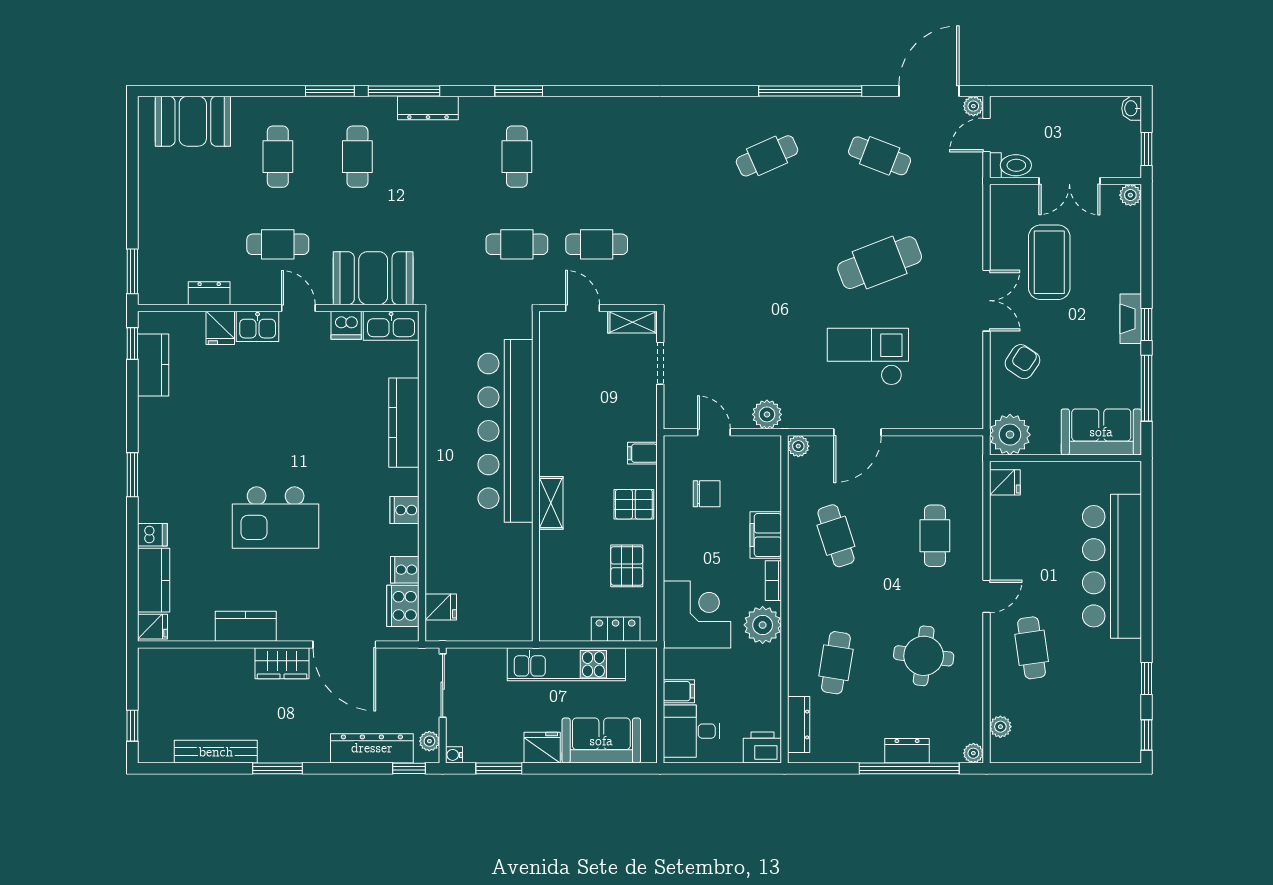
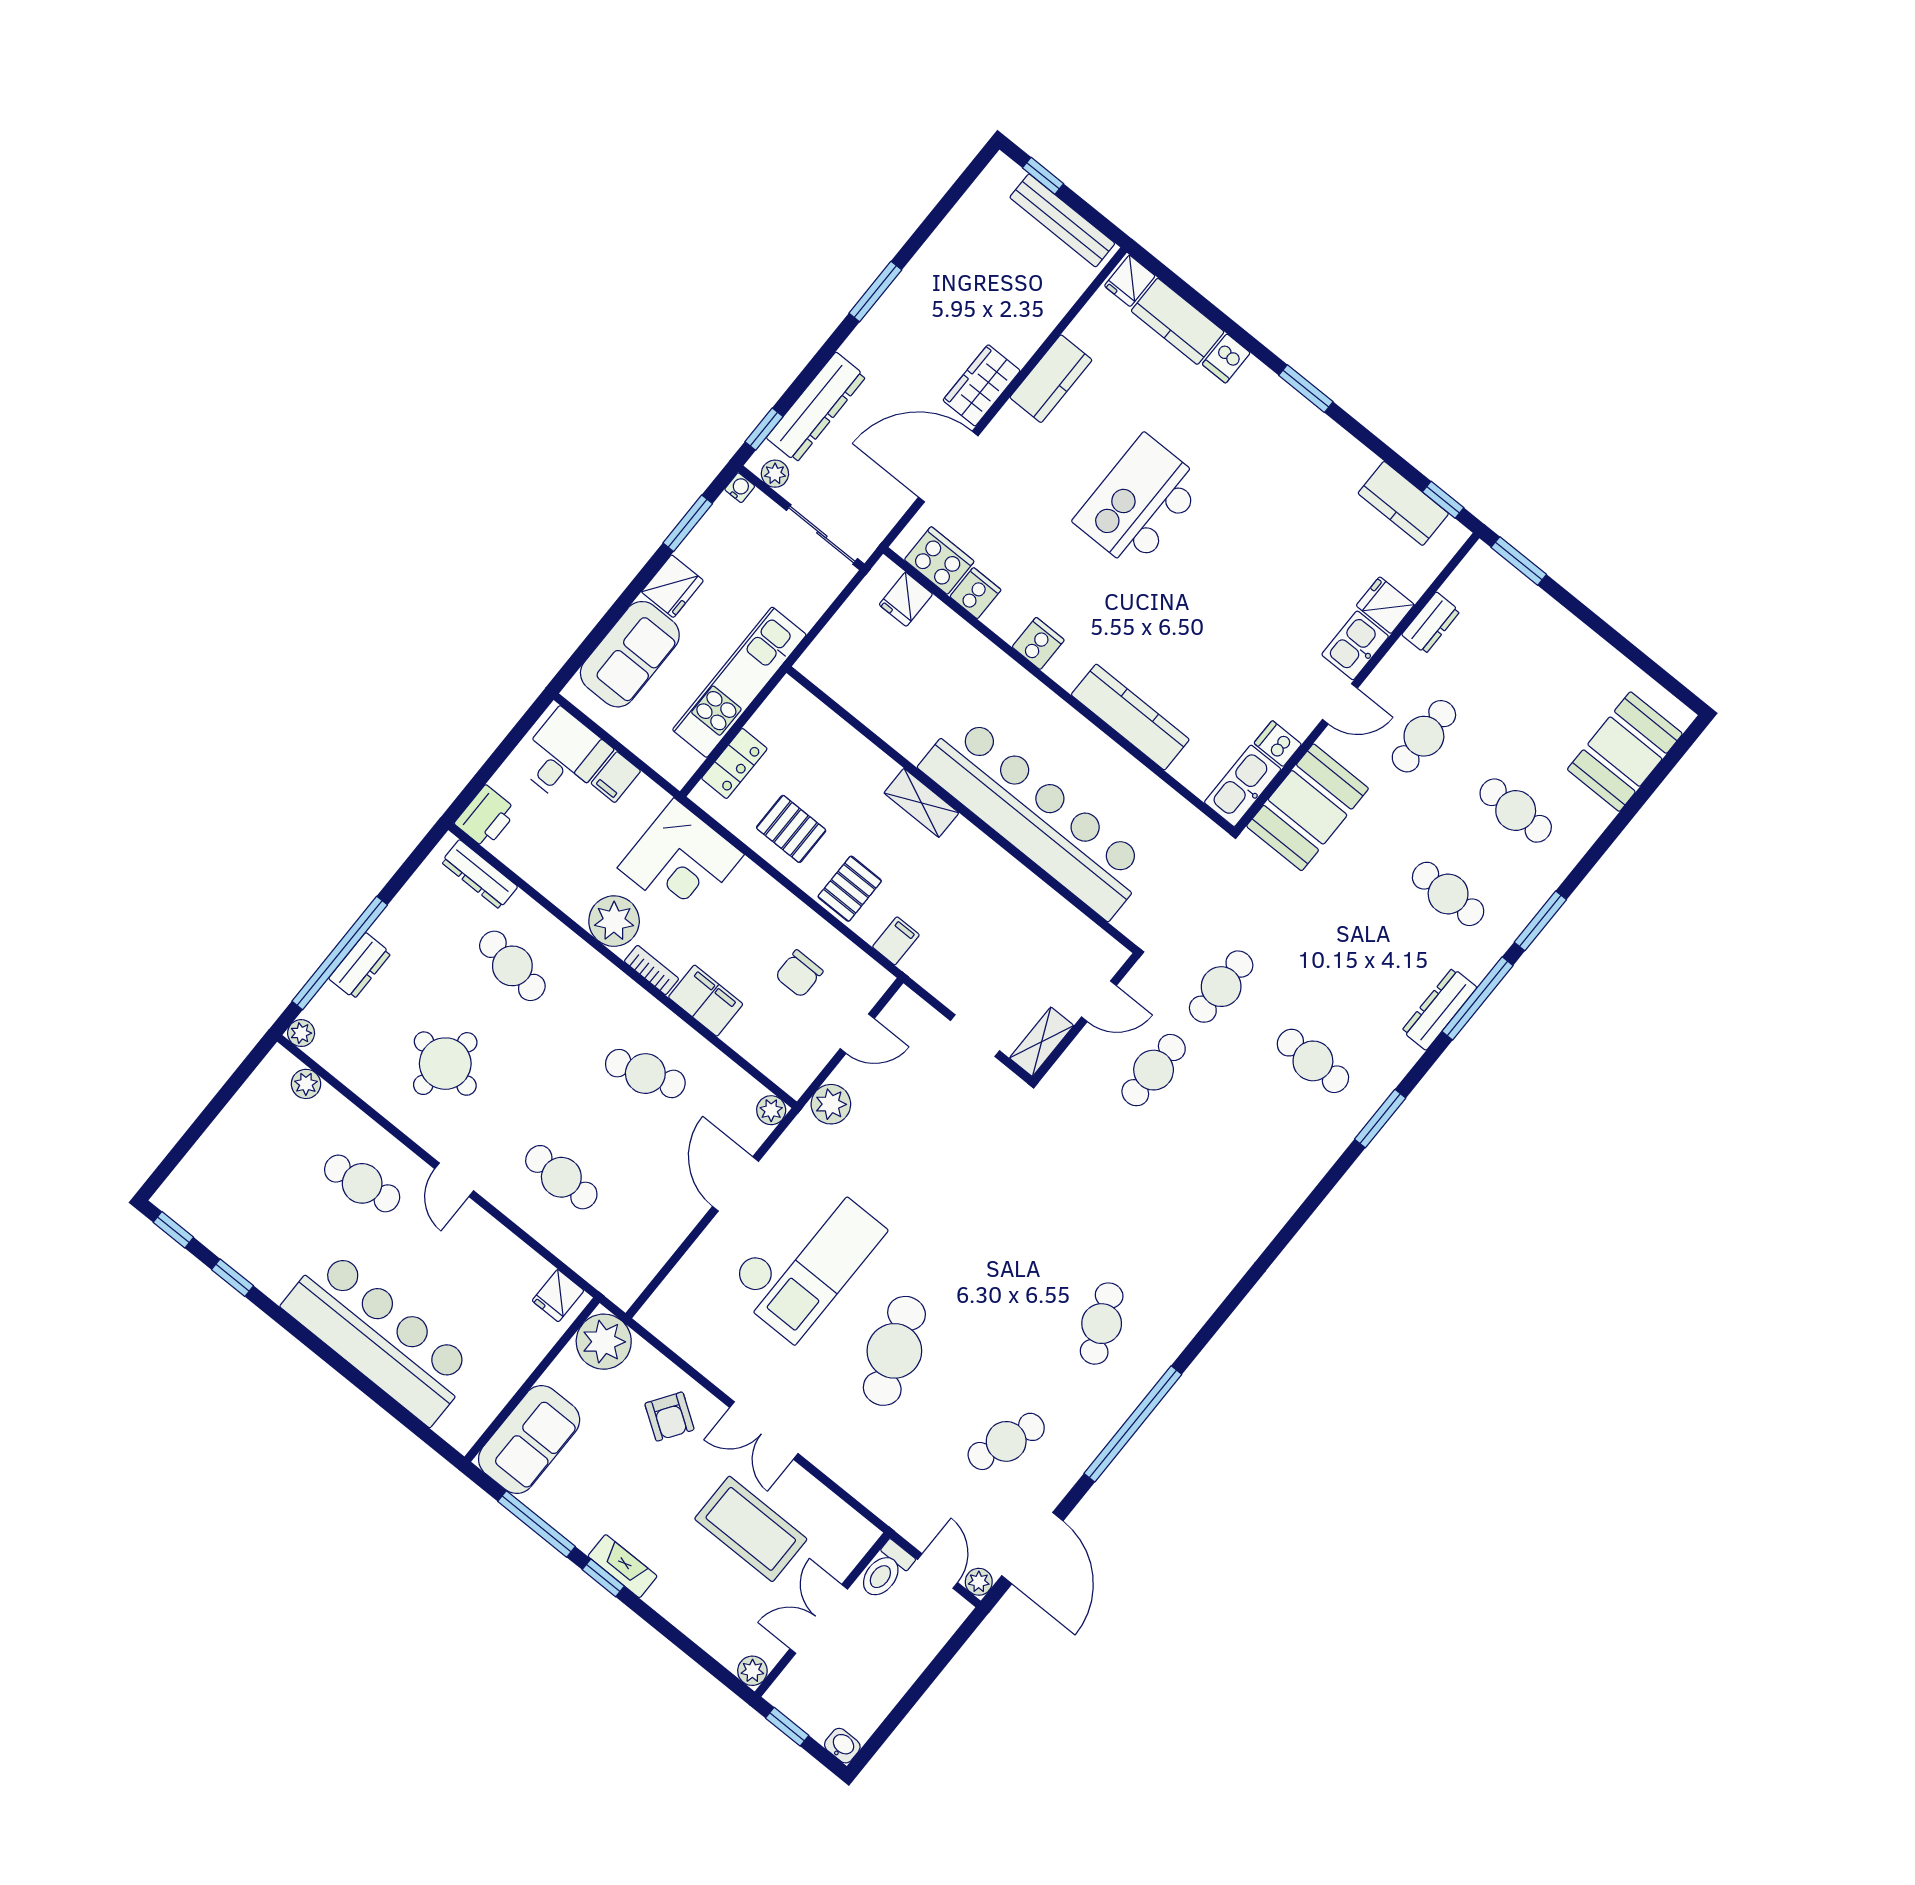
dishwasher: (346, 325) -> (1278, 744), width x0.73
checkout: (868, 357) -> (806, 1259), width x1.36, depth x1.21
bench: (216, 752) -> (1062, 220), moved, turned 90

